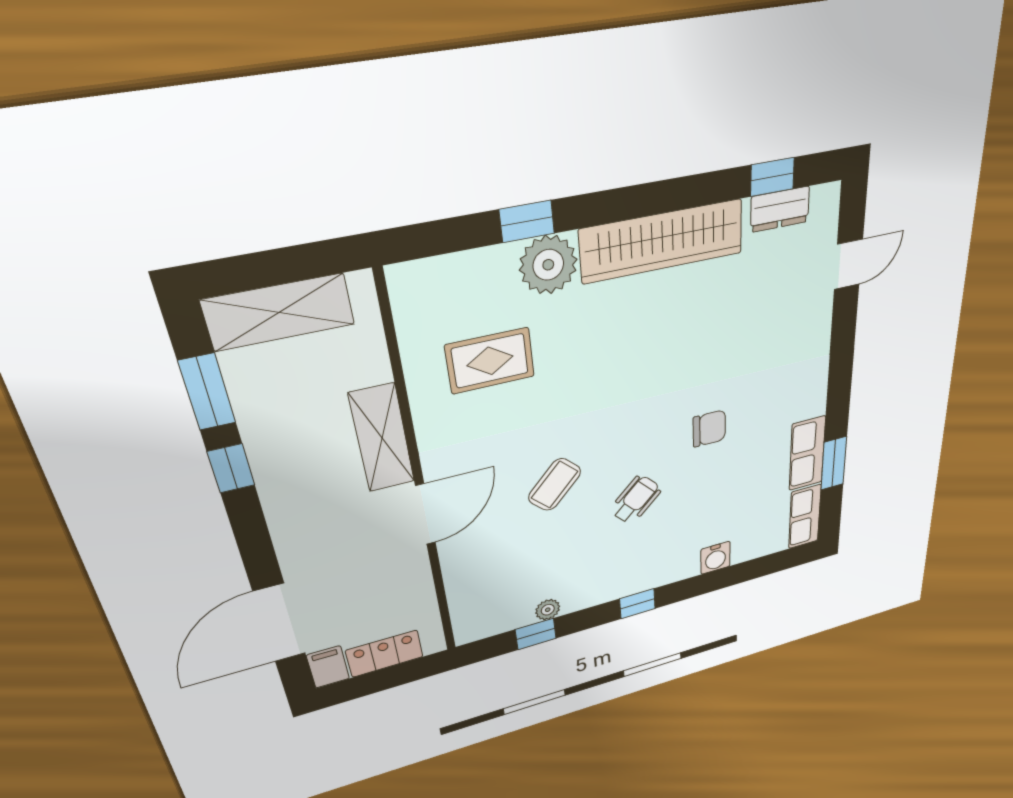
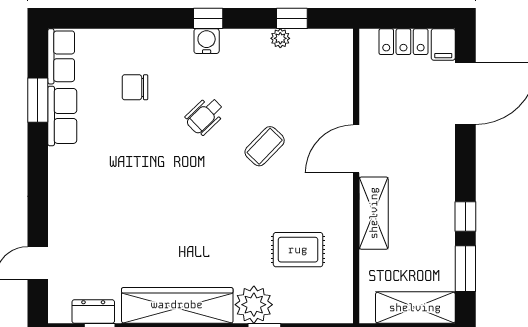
chair: (709, 428) -> (135, 87), moved
water cooler: (716, 558) -> (207, 41), moved

